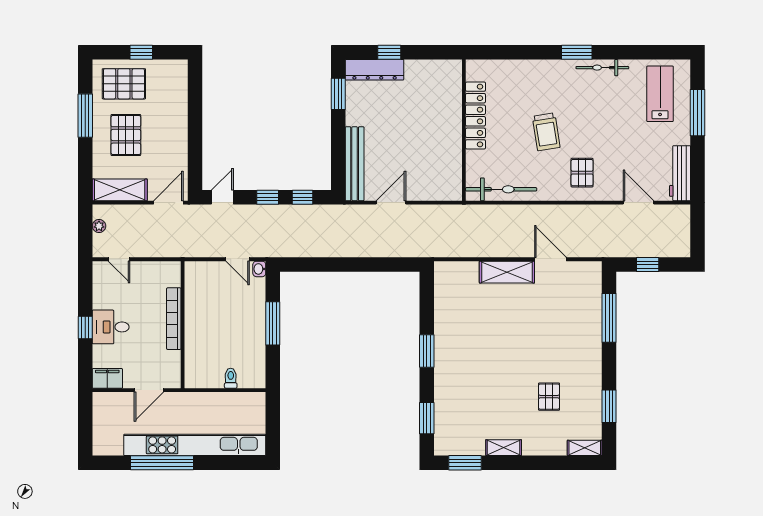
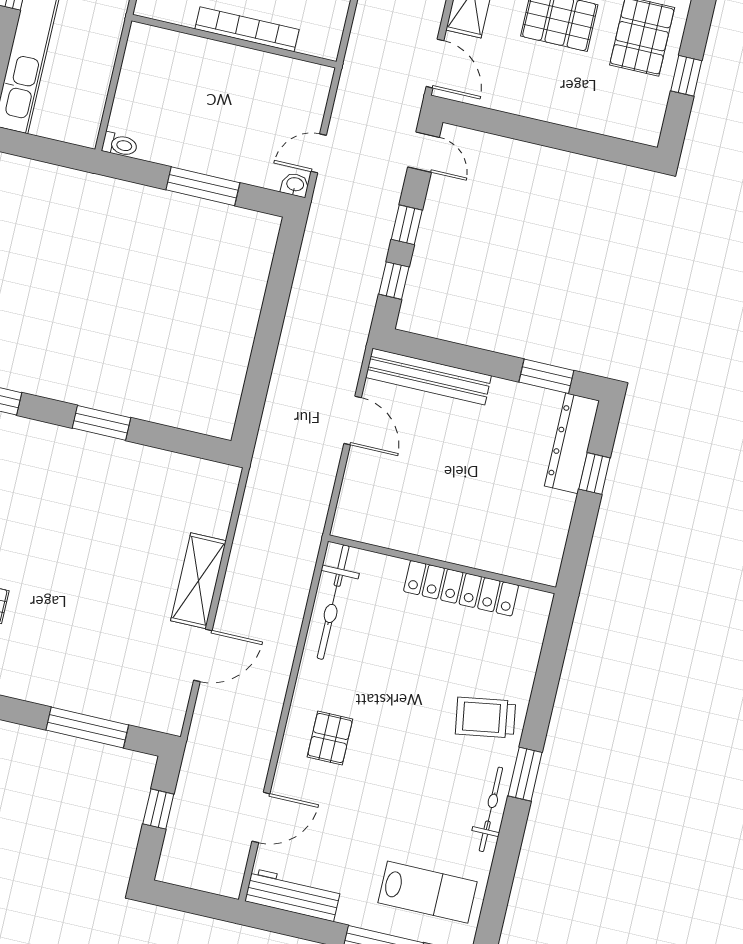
trolley: (546, 132) -> (485, 718), moved
pallet: (582, 173) -> (330, 738), turned 90
toilet: (231, 378) -> (120, 145), moved

